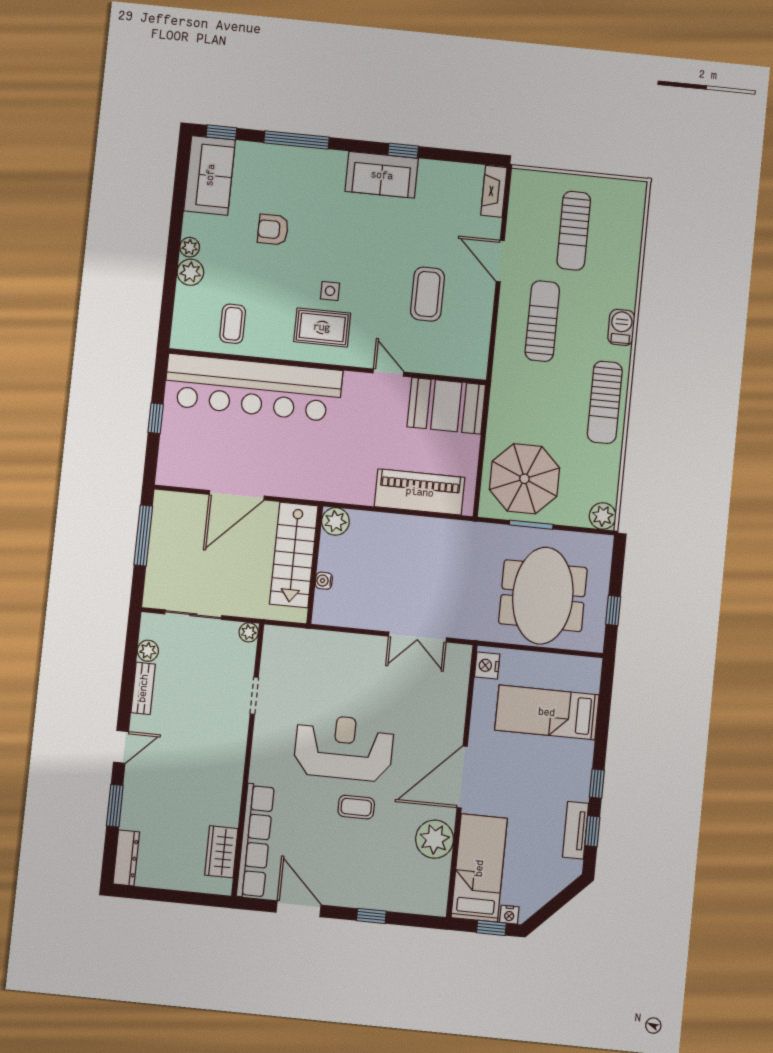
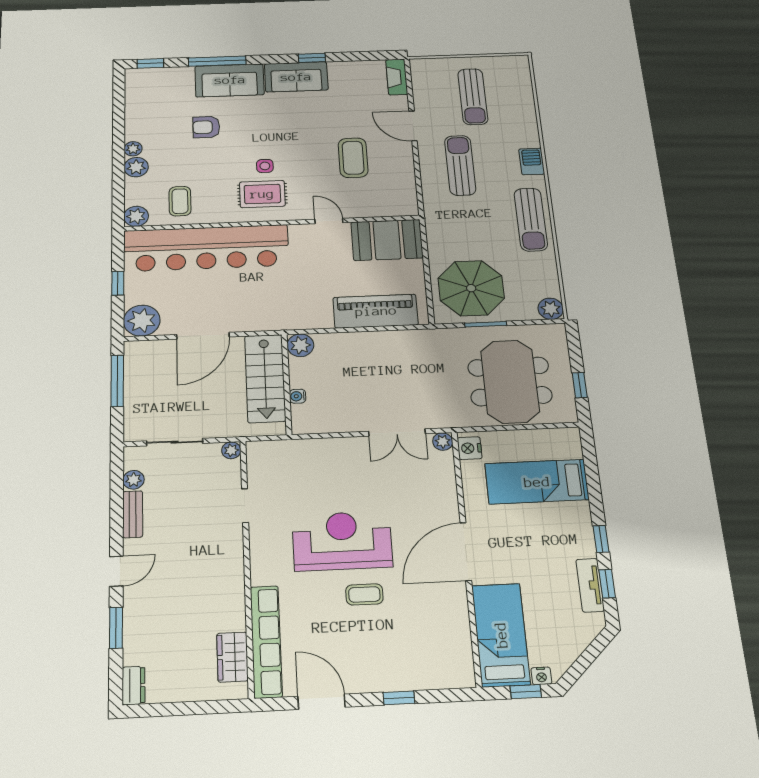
sofa: (210, 175) -> (230, 80), moved, turned 90
plant: (184, 336) -> (136, 216), added
plant: (176, 468) -> (142, 321), added
plant: (435, 839) -> (443, 442), moved, width x0.53, depth x0.53
dresser: (126, 858) -> (134, 685), width x0.70

